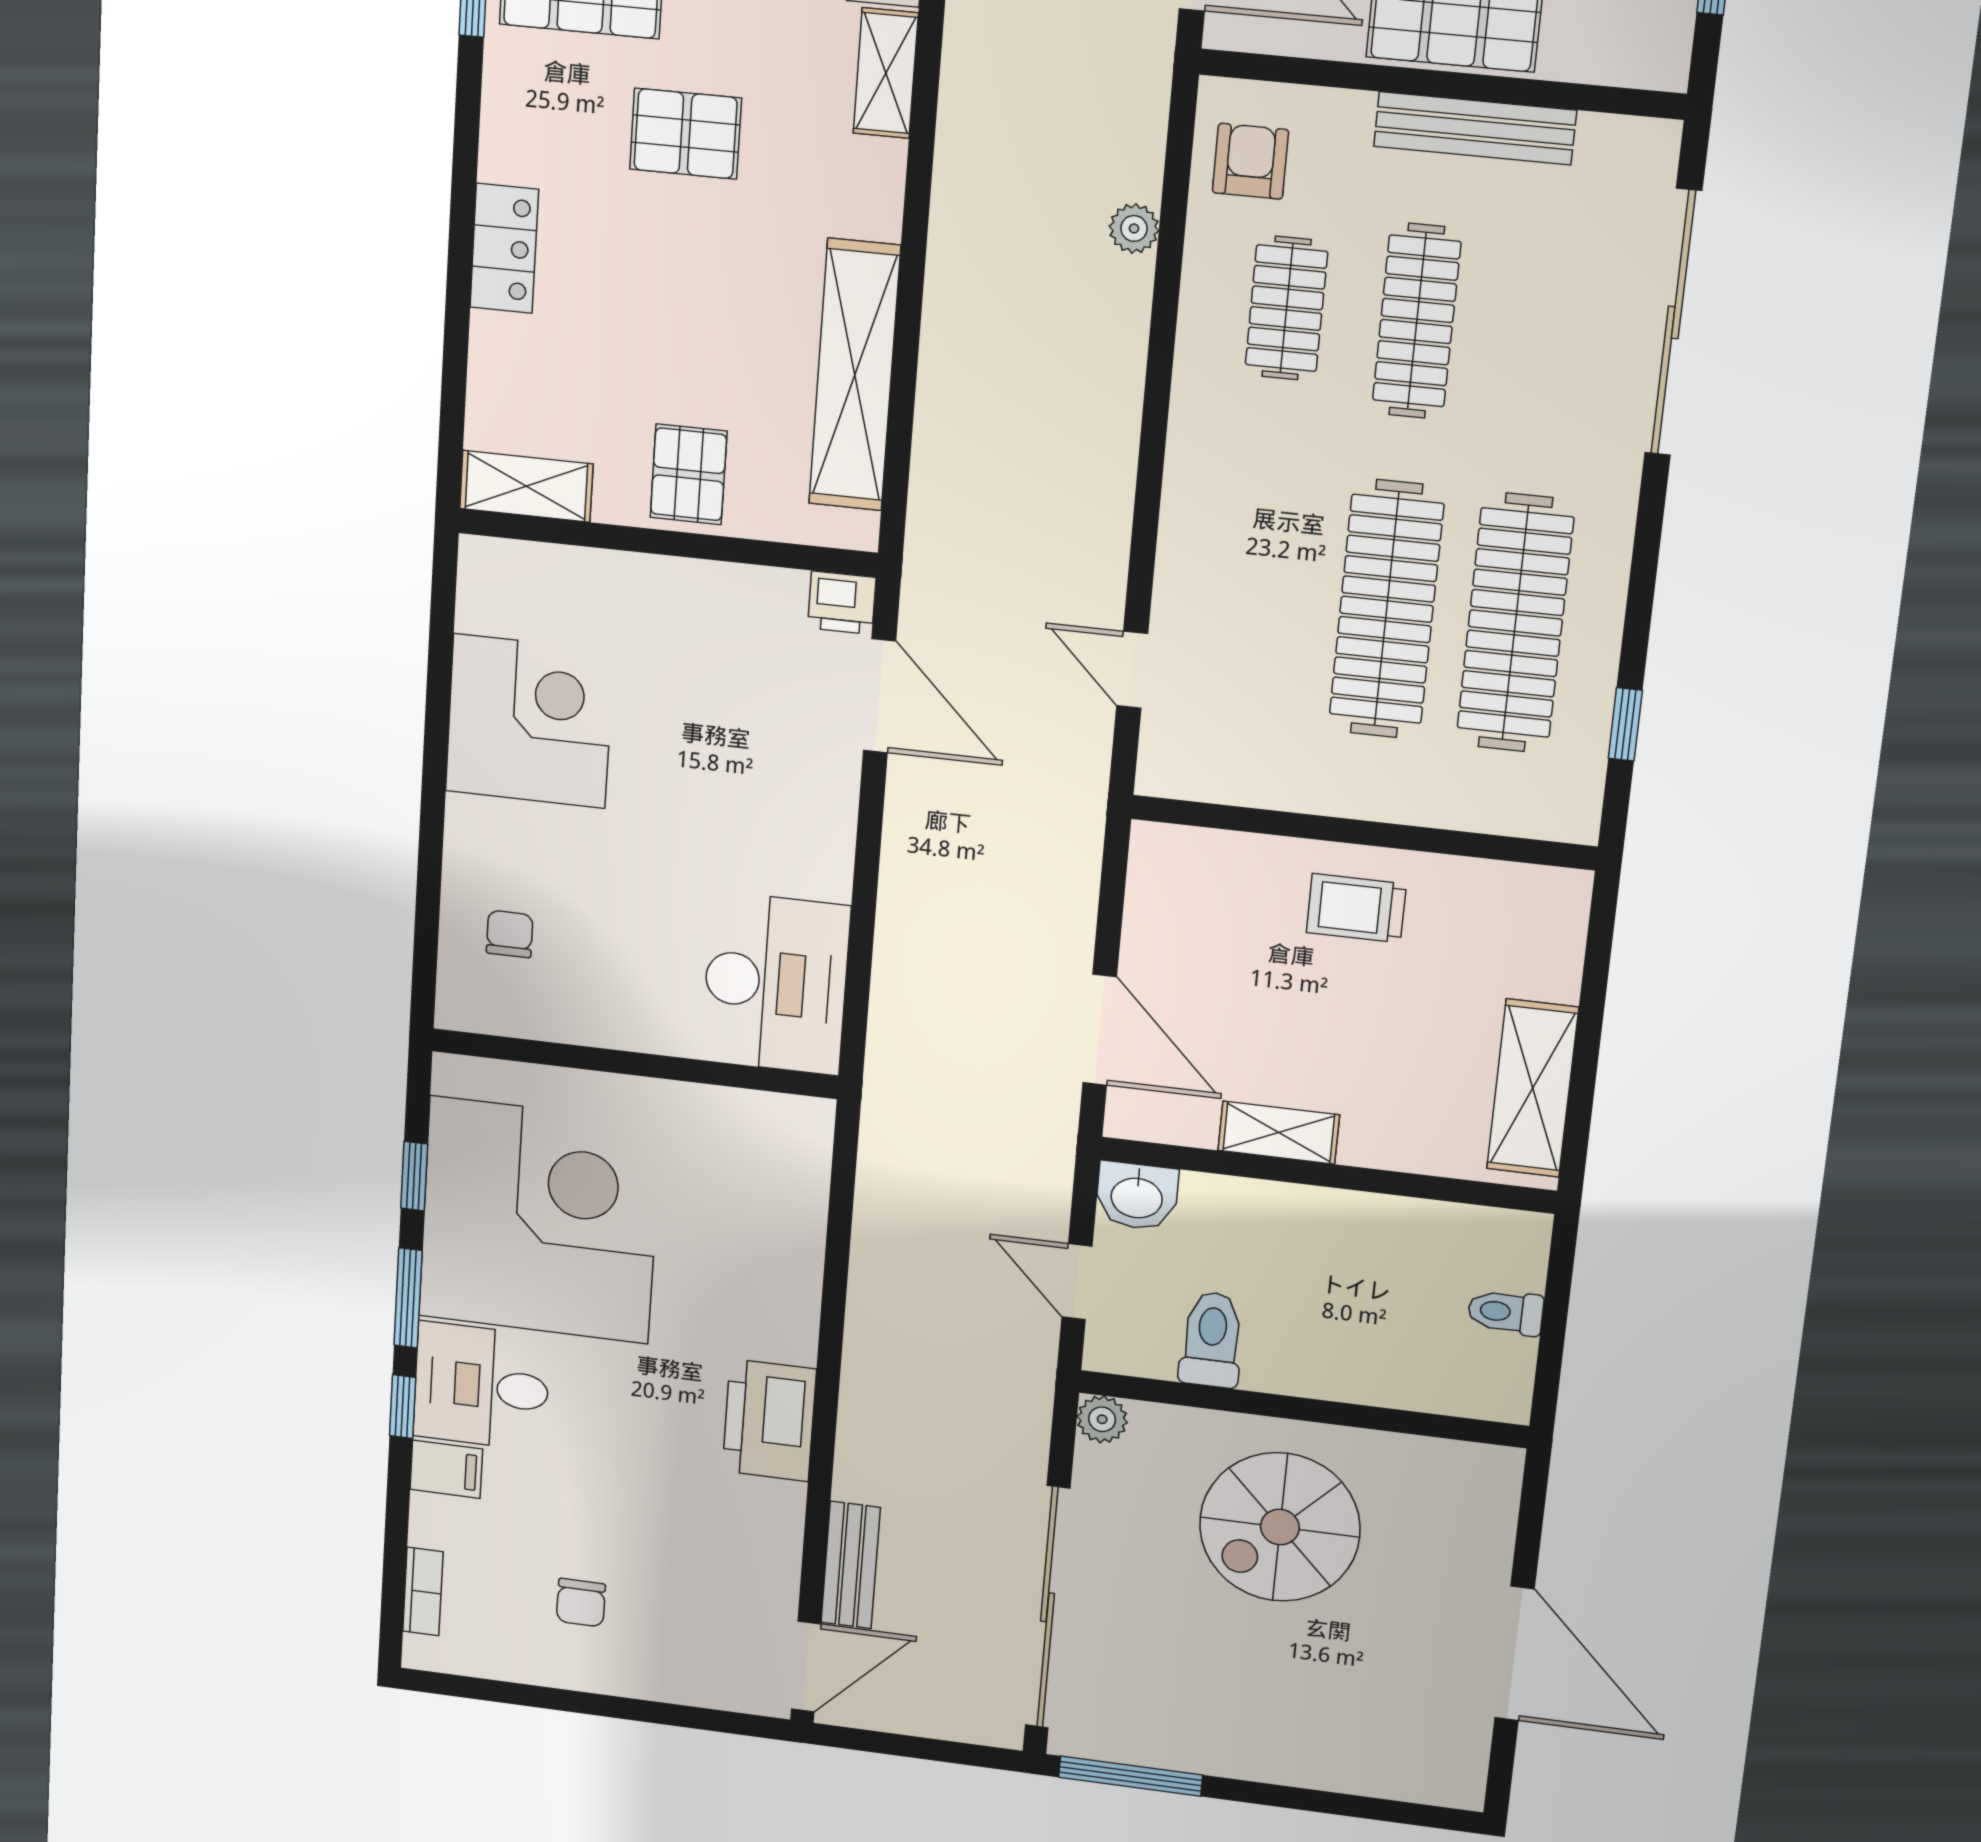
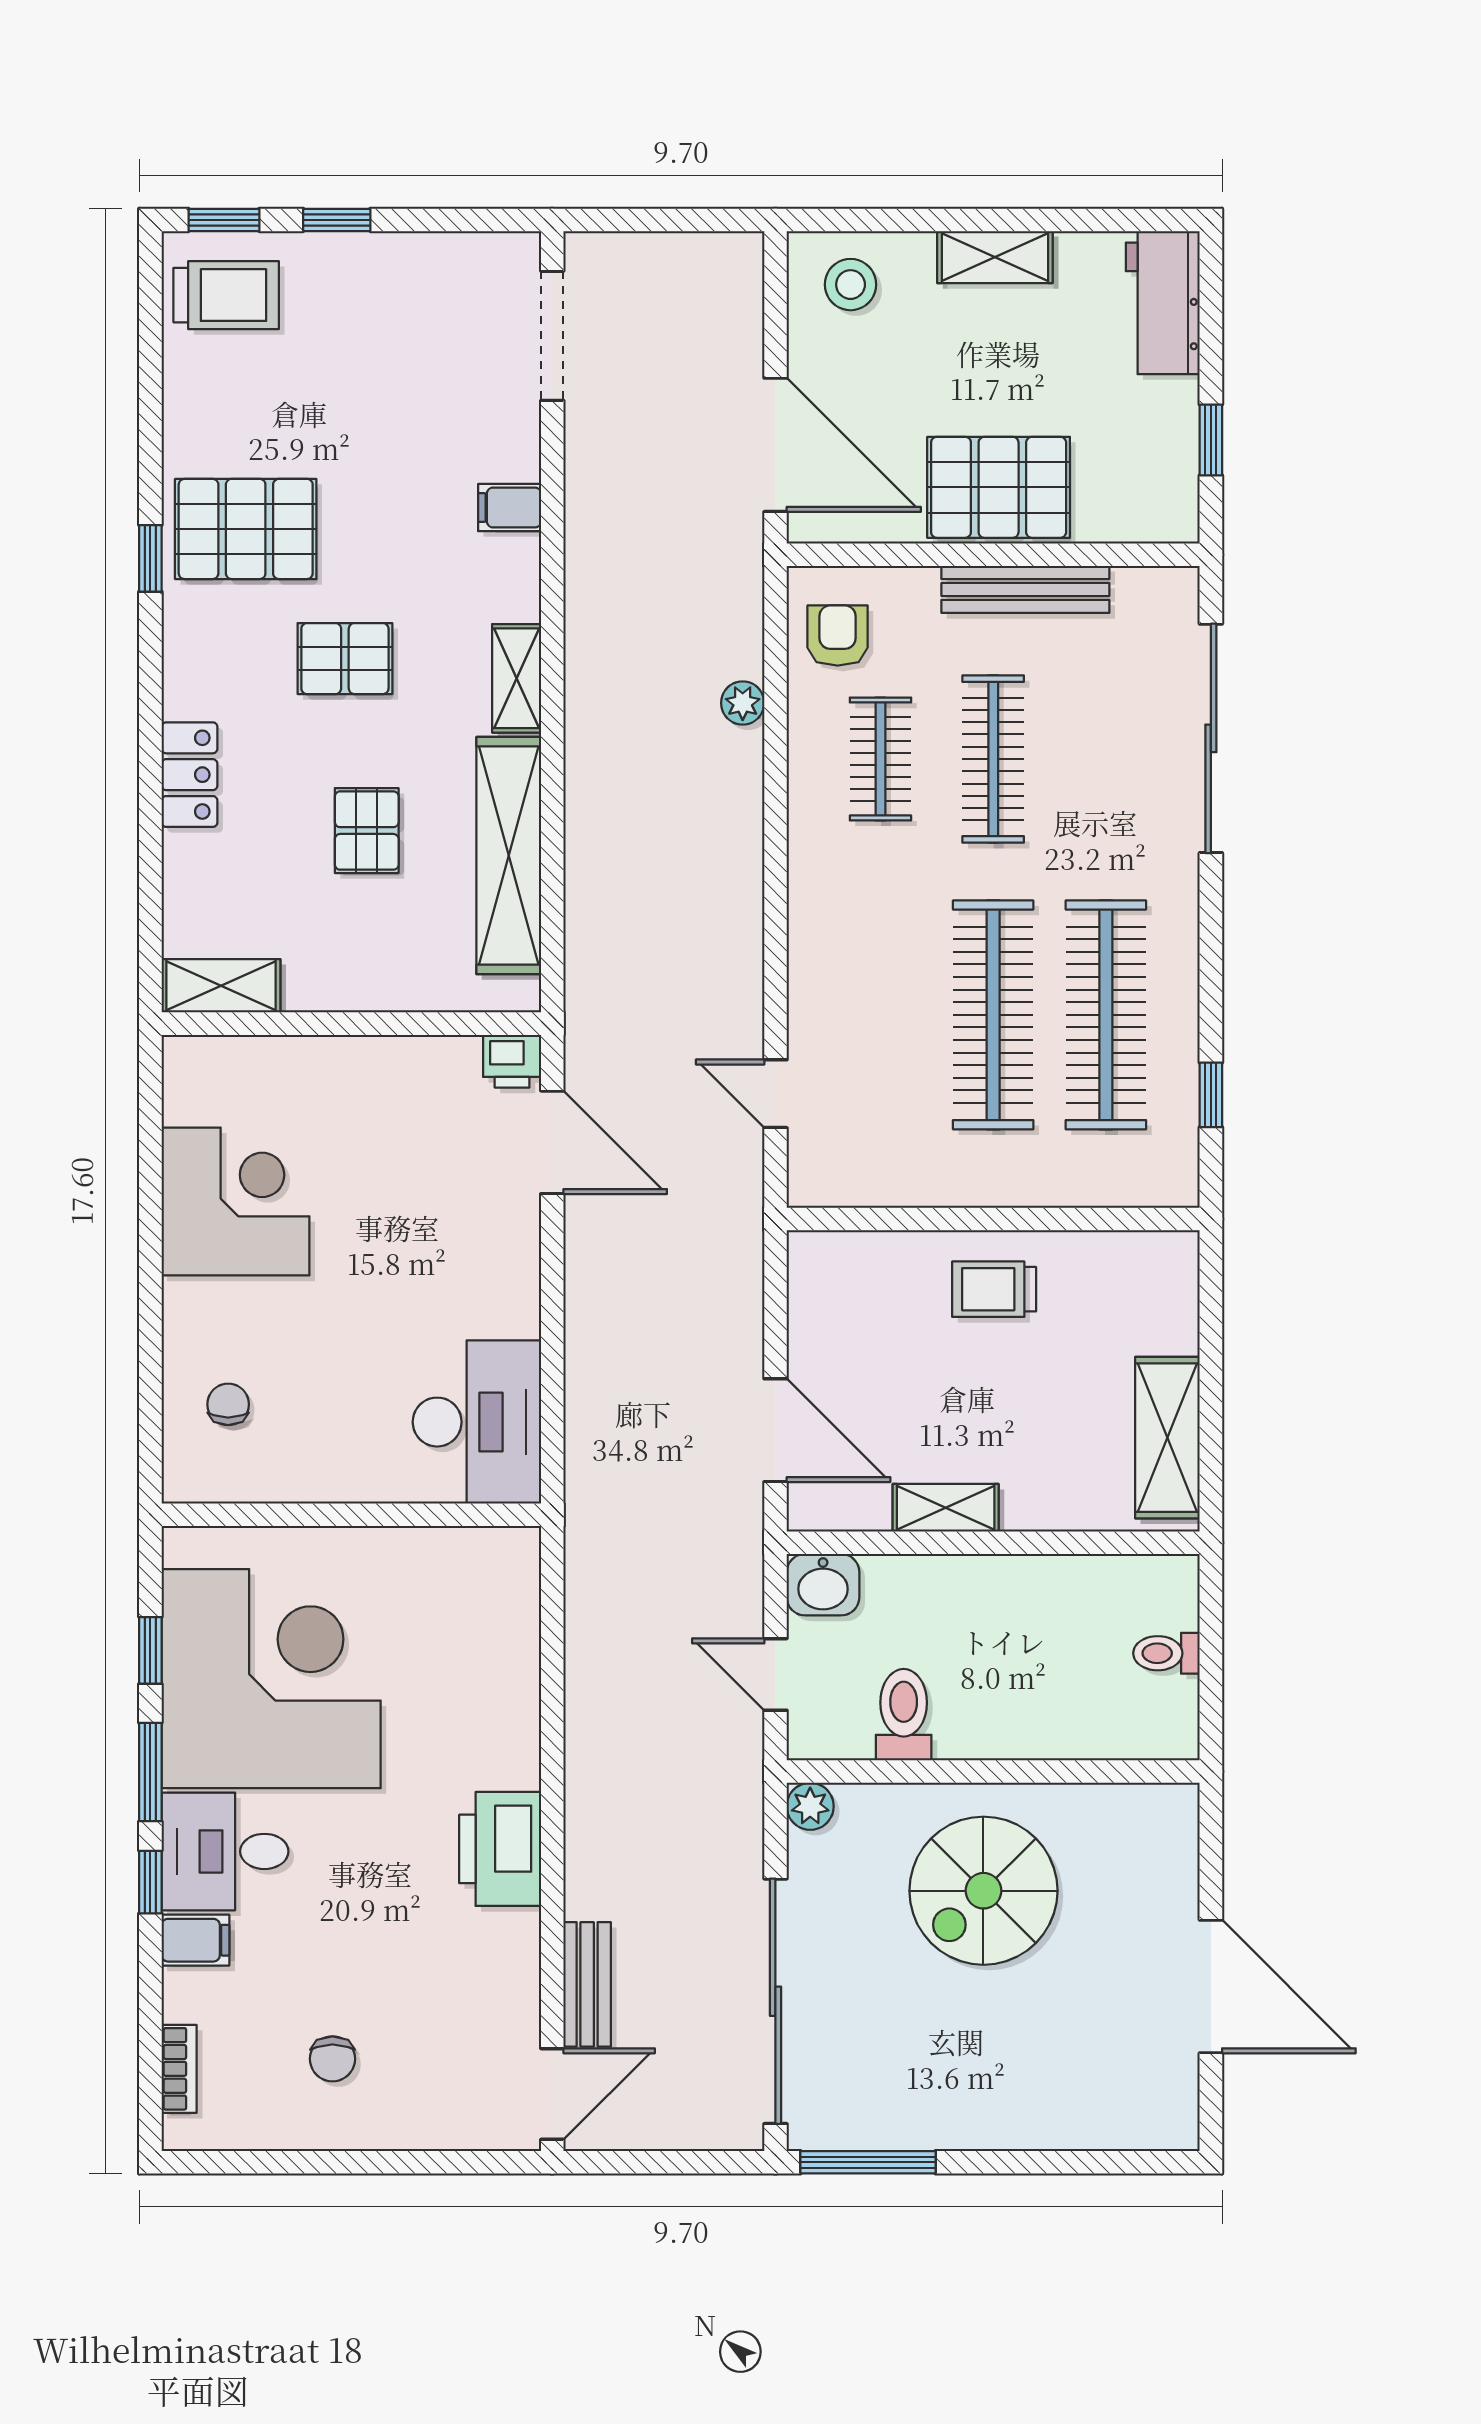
shelving: (886, 73) -> (517, 678), moved
pallet: (689, 474) -> (367, 831), moved

